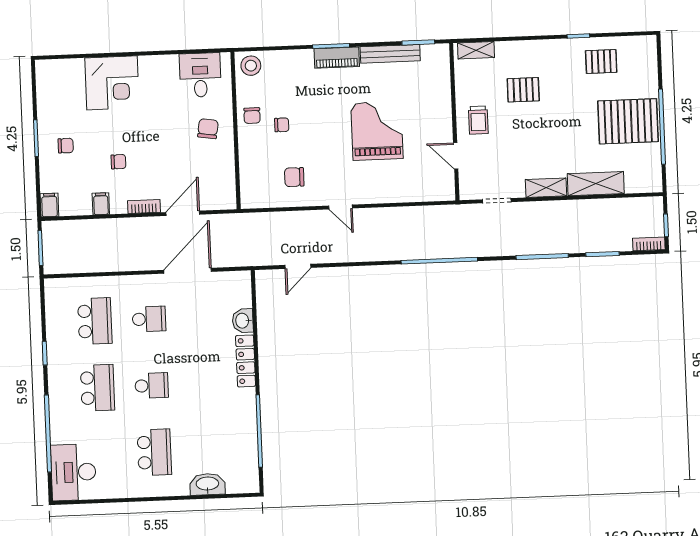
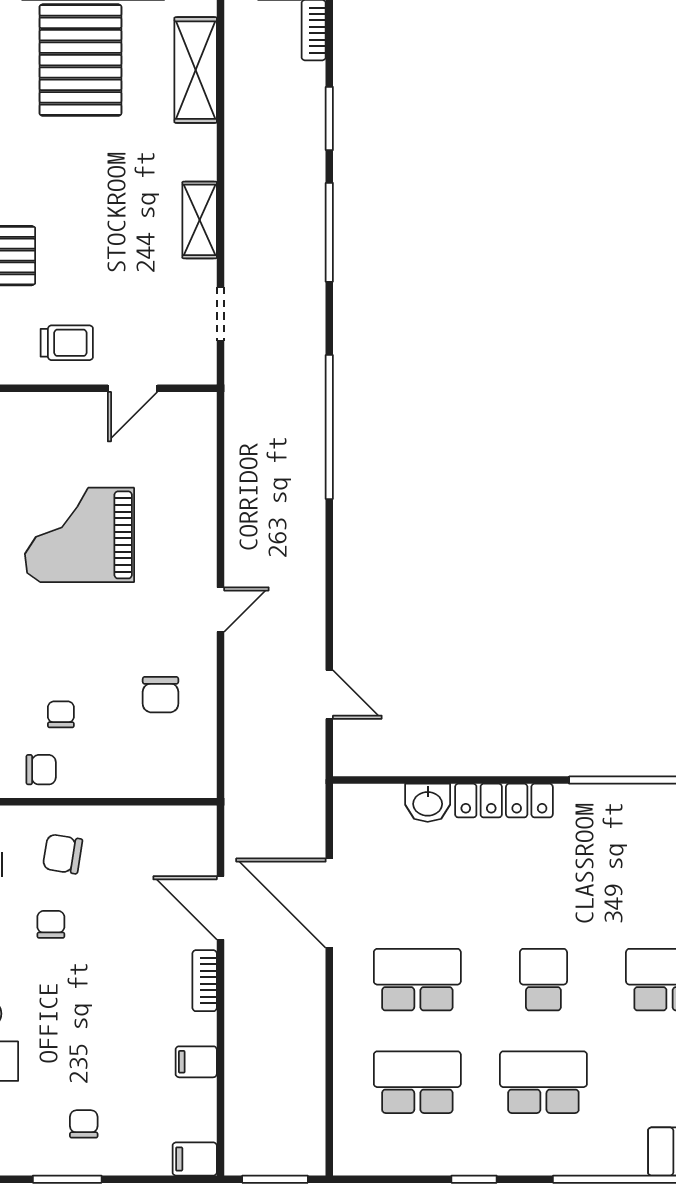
chair: (118, 162) -> (51, 924), moved
shelving: (596, 184) -> (196, 70), moved
school desk: (149, 319) -> (417, 980), width x1.85

